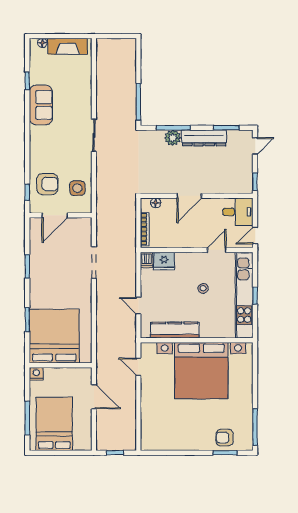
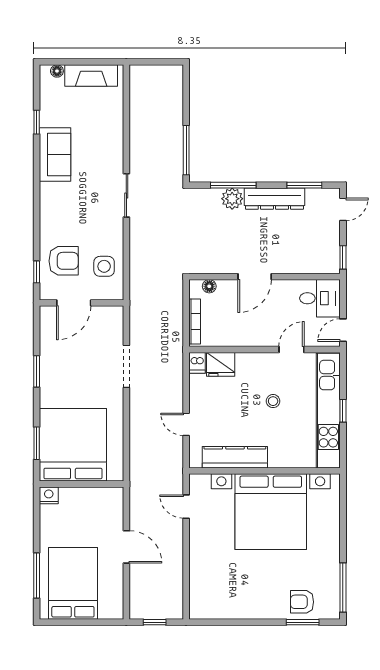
bed: (54, 336) -> (73, 445), moved
wall: (61, 365) -> (82, 484), moved
nightstand: (36, 374) -> (49, 495), moved

